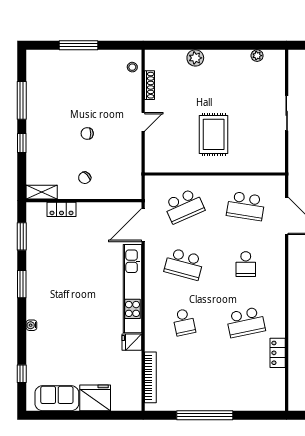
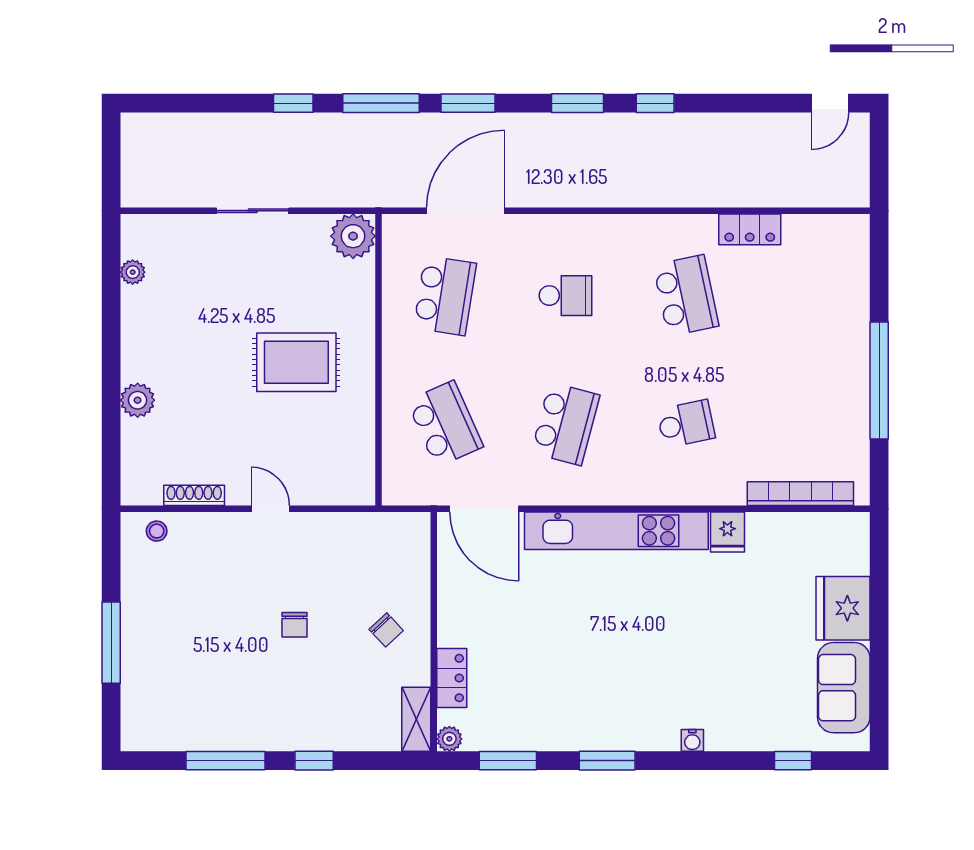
plant: (274, 162) -> (353, 236), added
plant: (32, 208) -> (449, 739), added

